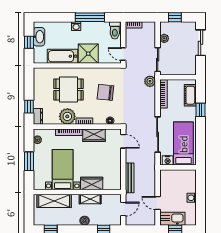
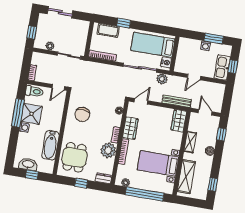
shower: (88, 54) -> (32, 114), moved
plant: (150, 81) -> (162, 79), moved
dining table: (69, 90) -> (75, 157), moved
chair: (105, 92) -> (82, 114), moved
window: (29, 107) -> (81, 183), moved
window: (29, 161) -> (145, 194), width x2.11
wardrobe: (92, 183) -> (179, 121), moved
door: (158, 203) -> (194, 77), moved
window: (201, 205) -> (214, 38), added

